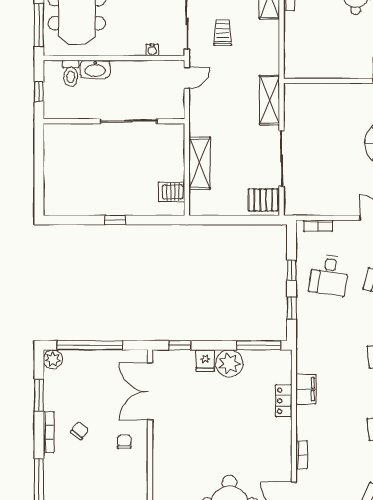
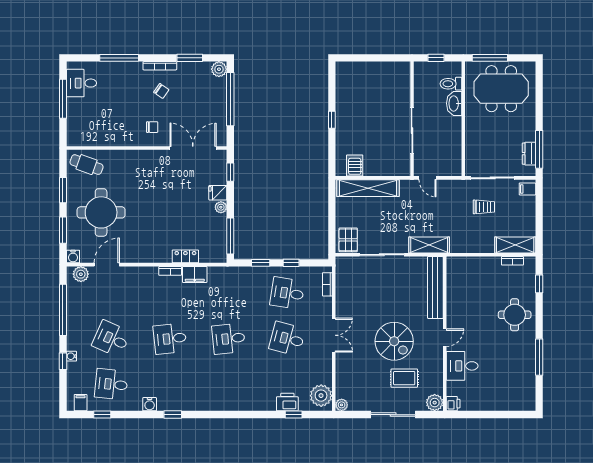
water cooler: (152, 50) -> (470, 150), removed
door: (187, 78) -> (428, 178), moved
bench: (322, 93) -> (435, 287), added
shelving: (199, 163) -> (368, 188), width x1.47
plant: (229, 363) -> (221, 207), width x0.53, depth x0.53
bookcase: (302, 455) -> (170, 271), moved

